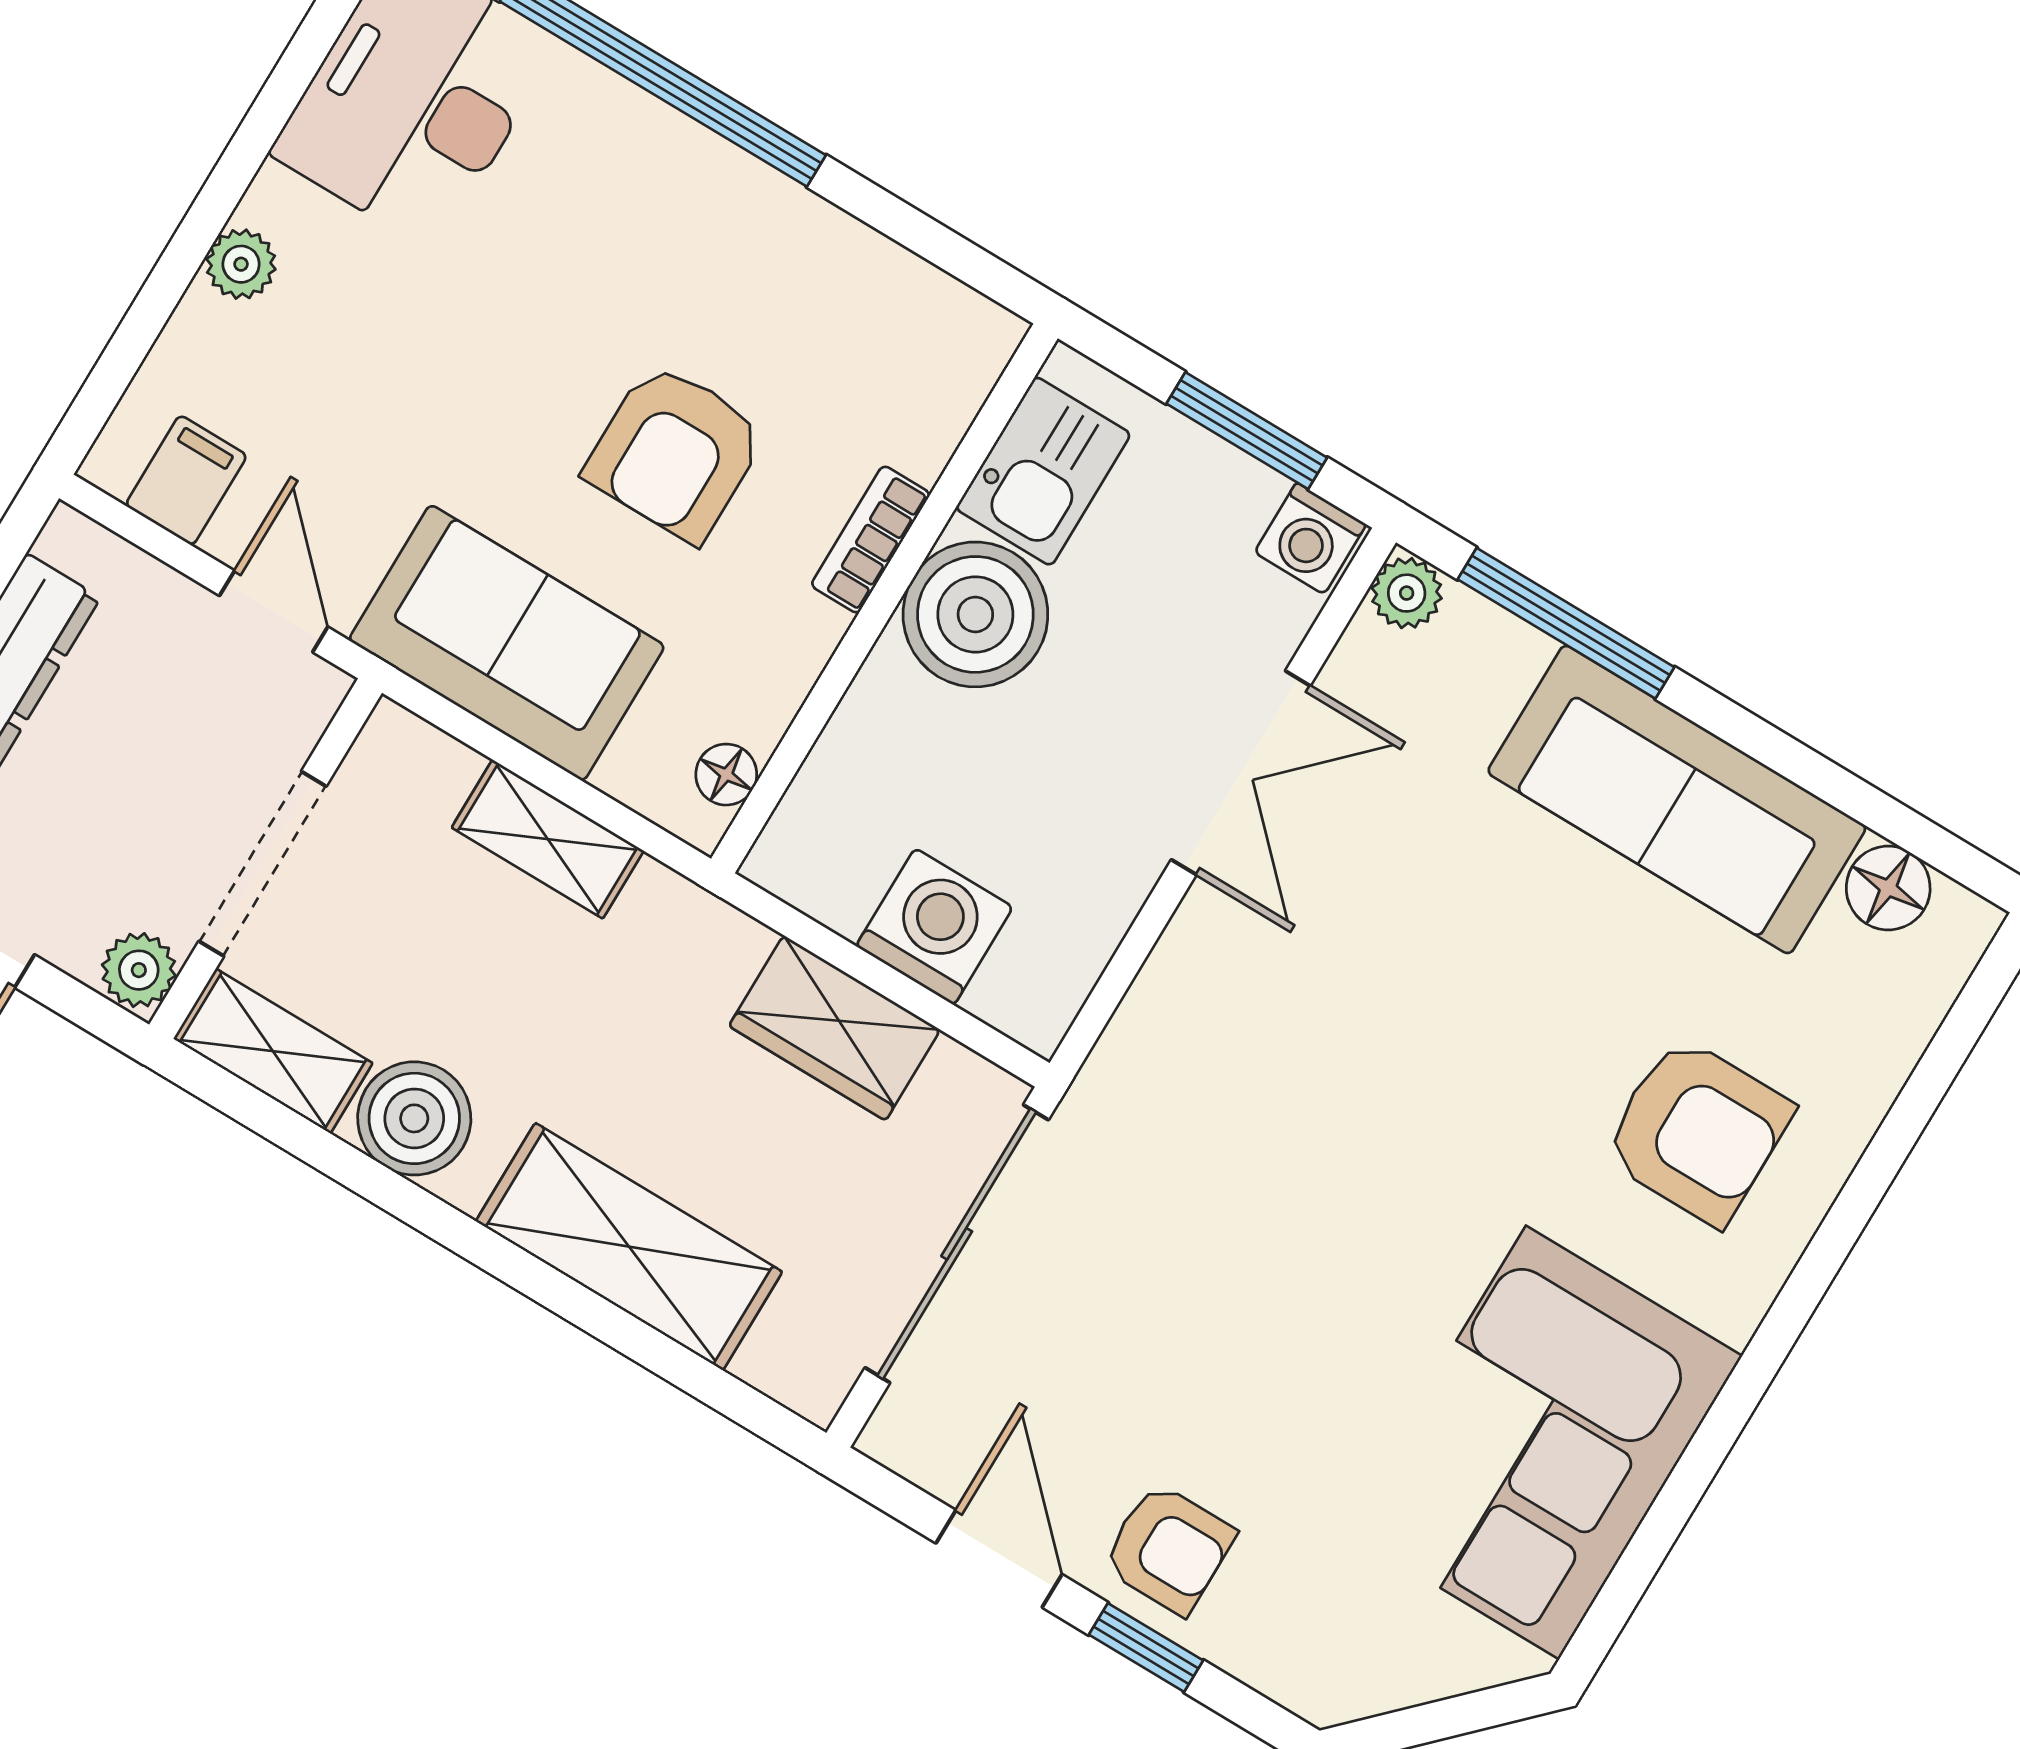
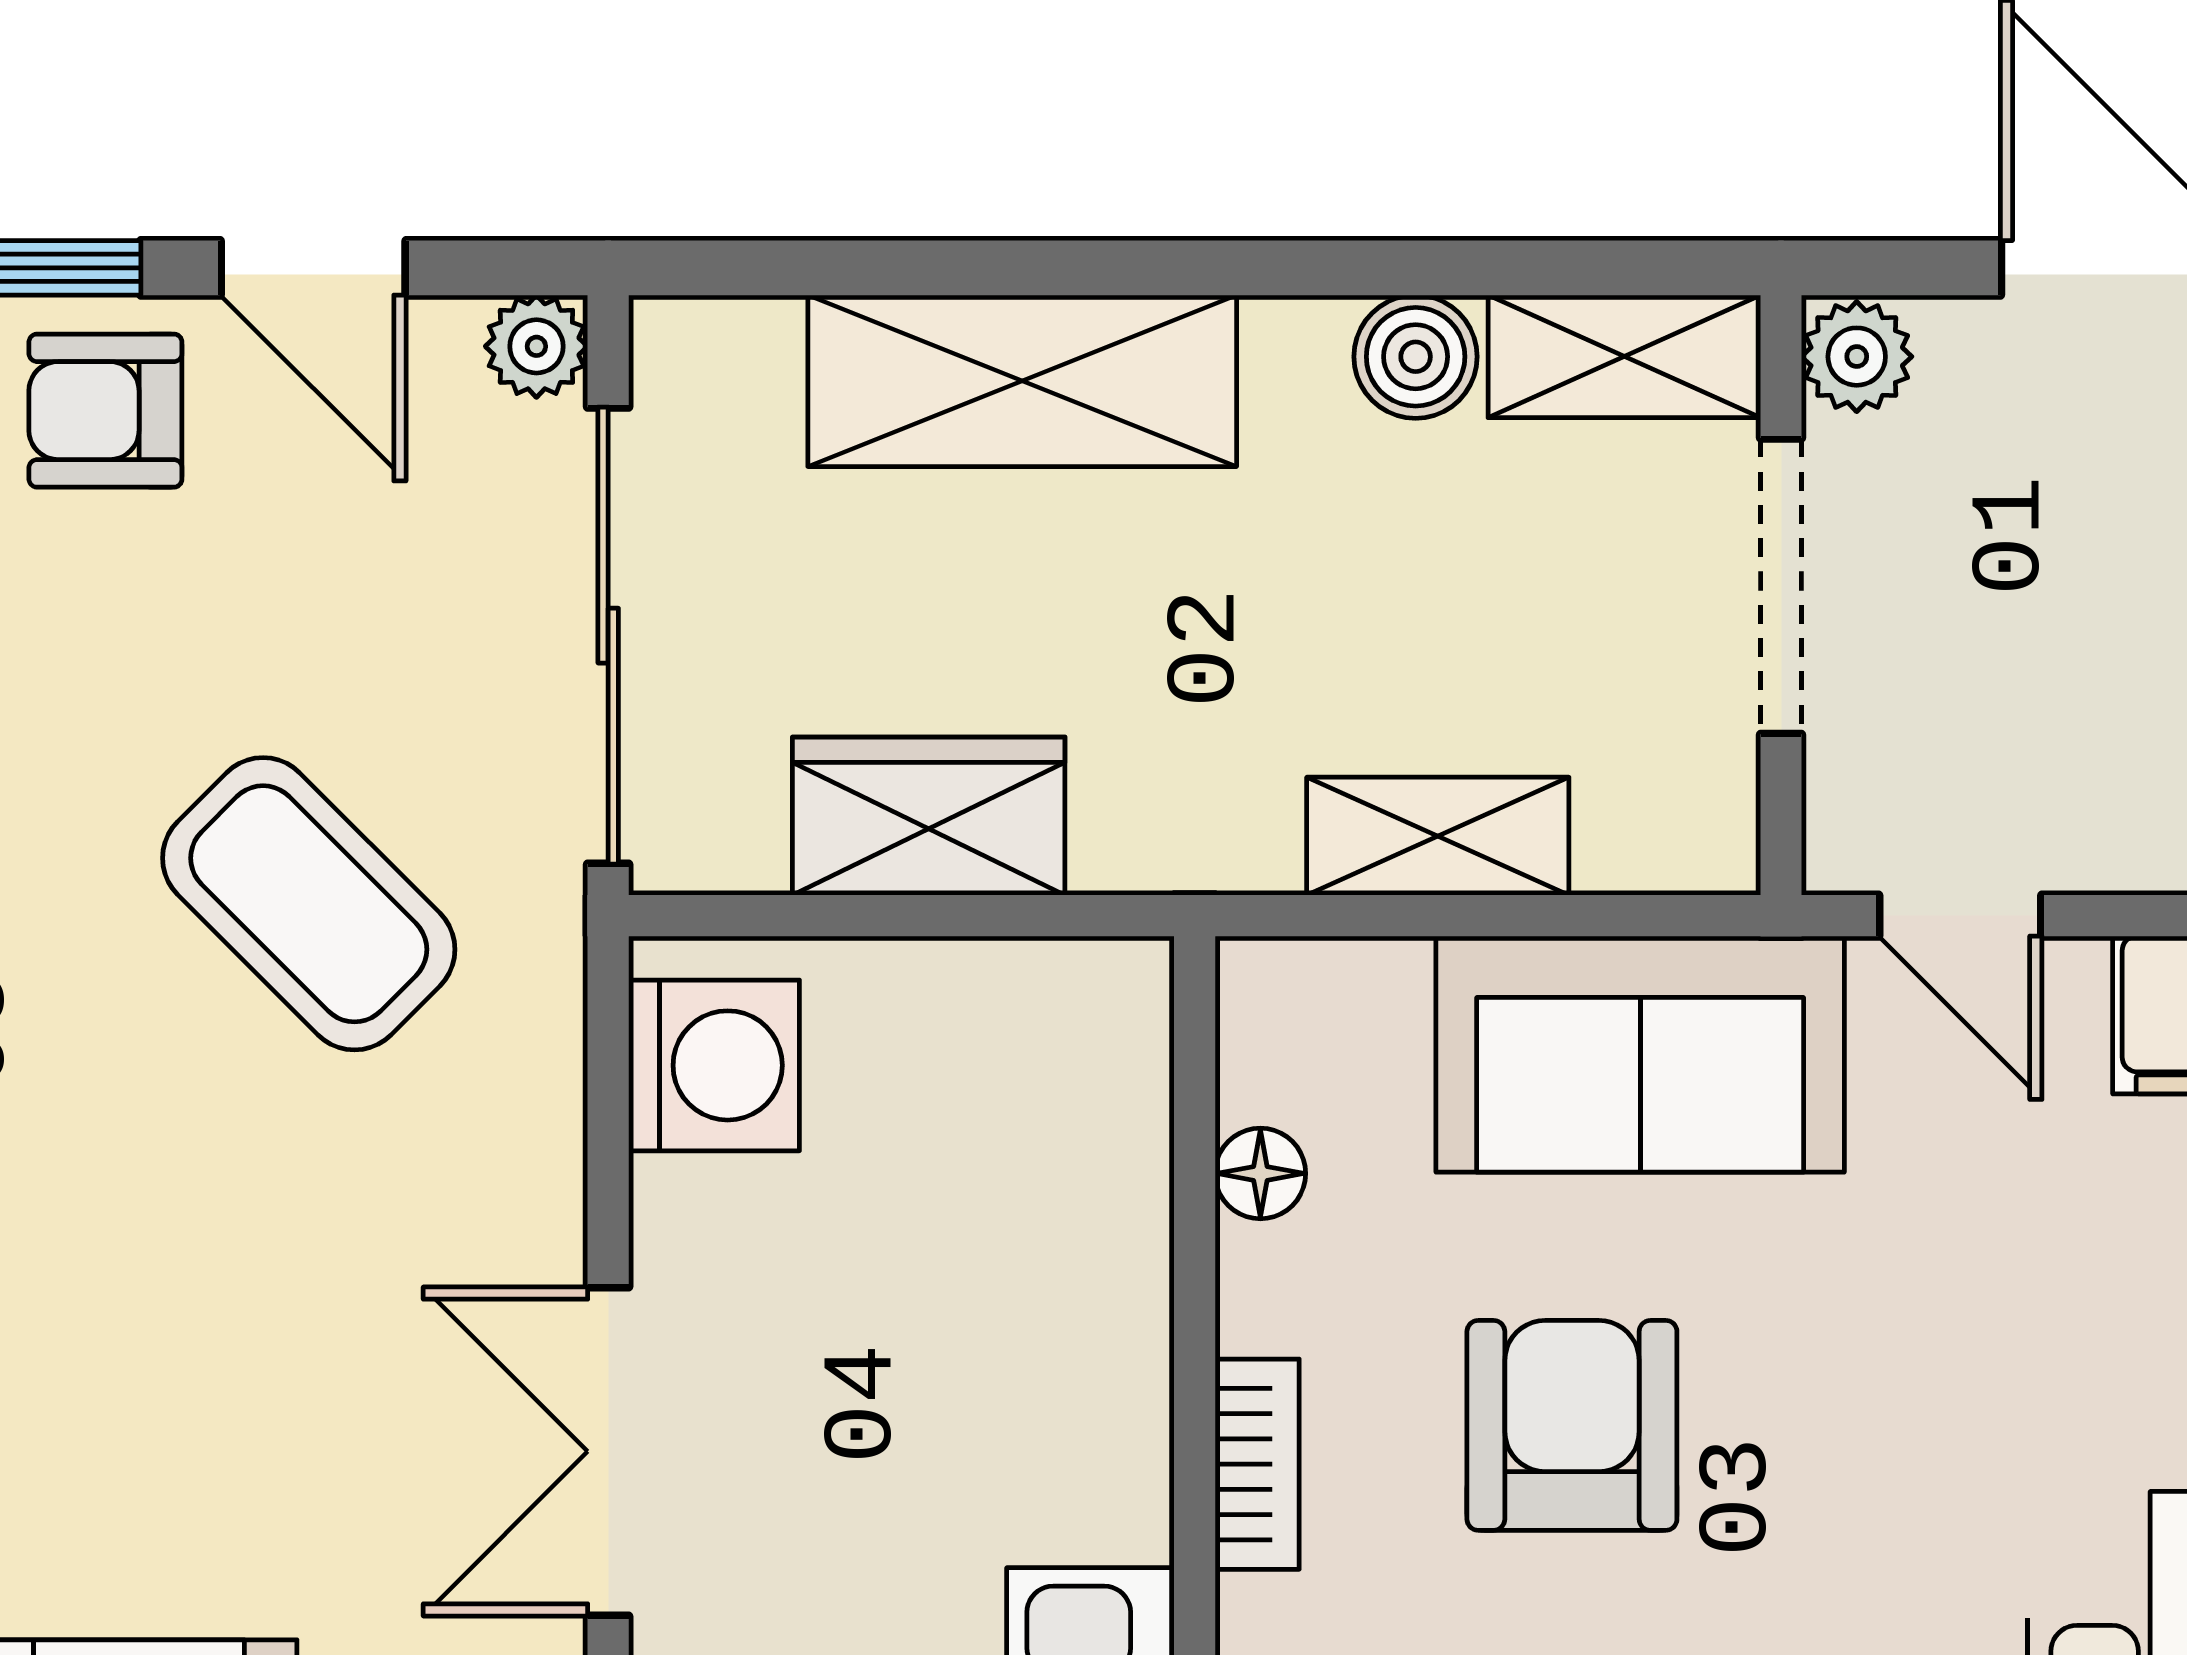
boiler: (975, 614) -> (1067, 1449), removed
floor lamp: (726, 775) -> (1260, 1173), moved
washing machine: (934, 927) -> (714, 1065), moved, turned -90
boiler: (414, 1118) -> (1416, 357), width x0.73, depth x0.73
coffee table: (1223, 1193) -> (309, 904), added
plant: (897, 1436) -> (536, 346), added

